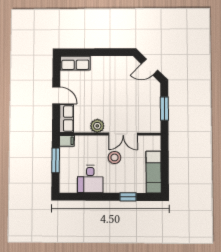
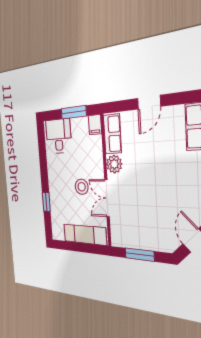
row of seats: (67, 118) -> (112, 134), moved, turned -90
exam couch: (154, 172) -> (85, 235), moved
desk: (90, 179) -> (58, 136), moved, turned 90

